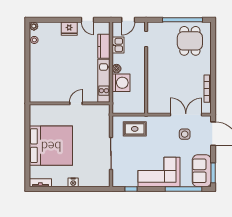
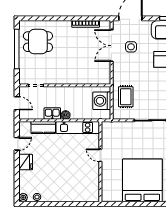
kitchen sink: (118, 45) -> (52, 113), moved
washing machine: (121, 83) -> (102, 101), moved, turned -90

